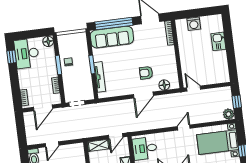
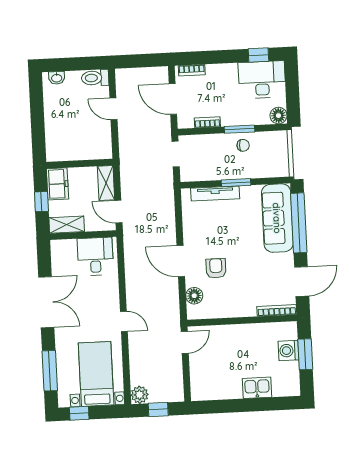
window: (195, 13) -> (305, 354), added

